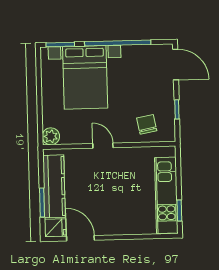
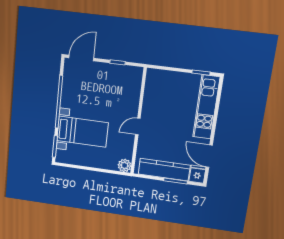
bed with nightstands: (85, 77) -> (82, 132), width x0.73
chair: (147, 124) -> (126, 89), removed
kitchen unit: (166, 195) -> (206, 107), moved, turned 90
door: (80, 238) -> (209, 156), hinge flipped

